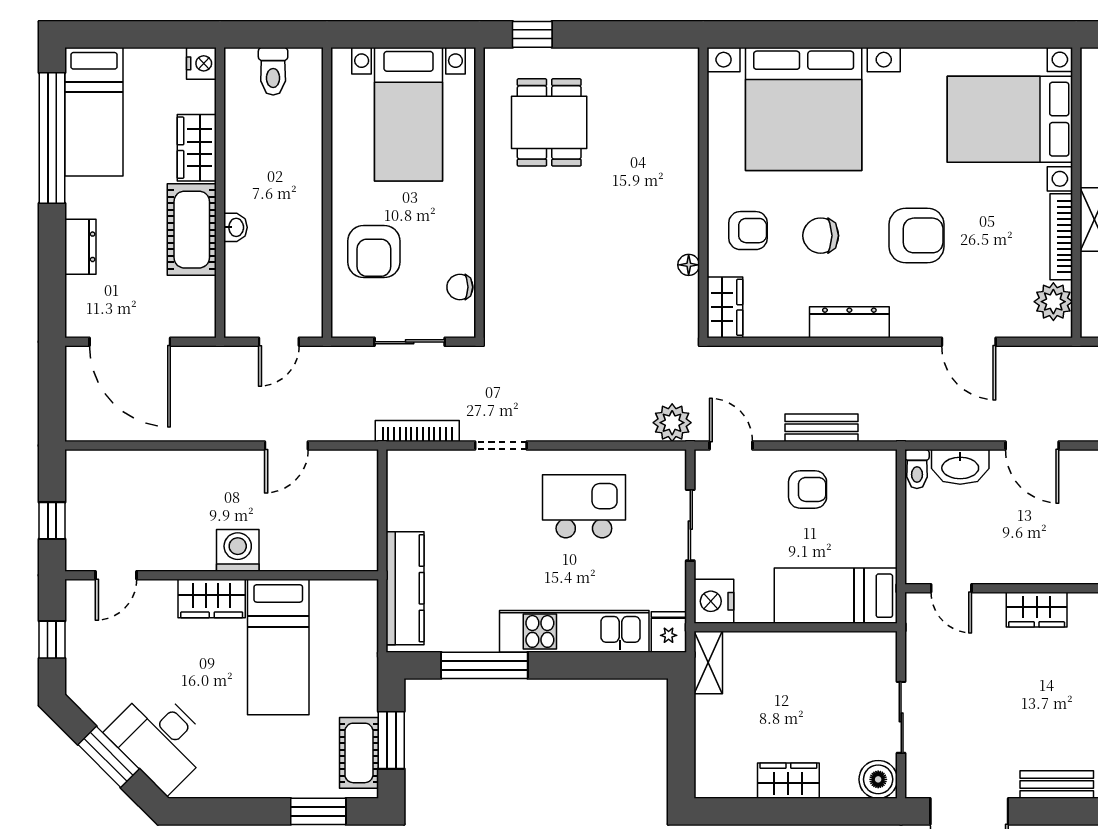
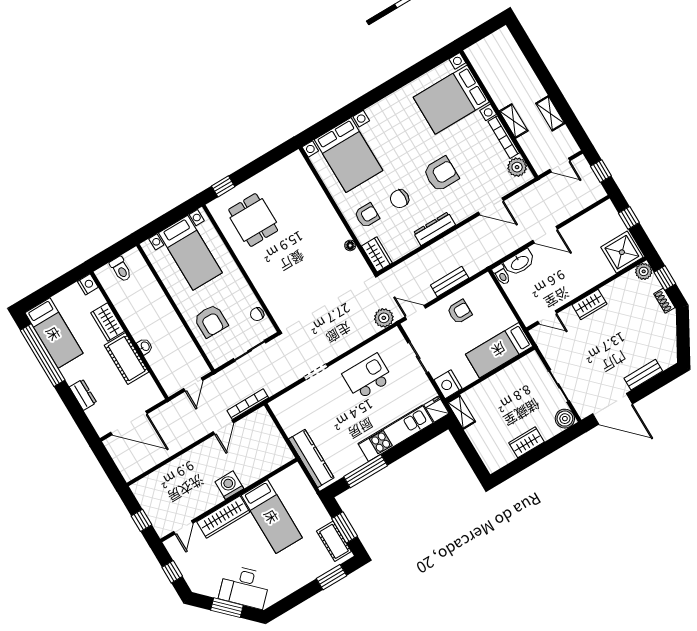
bed with nightstands: (804, 109) -> (349, 155), width x0.73
bookcase: (417, 431) -> (248, 404), moved
wardrobe: (212, 599) -> (223, 517), width x1.50

